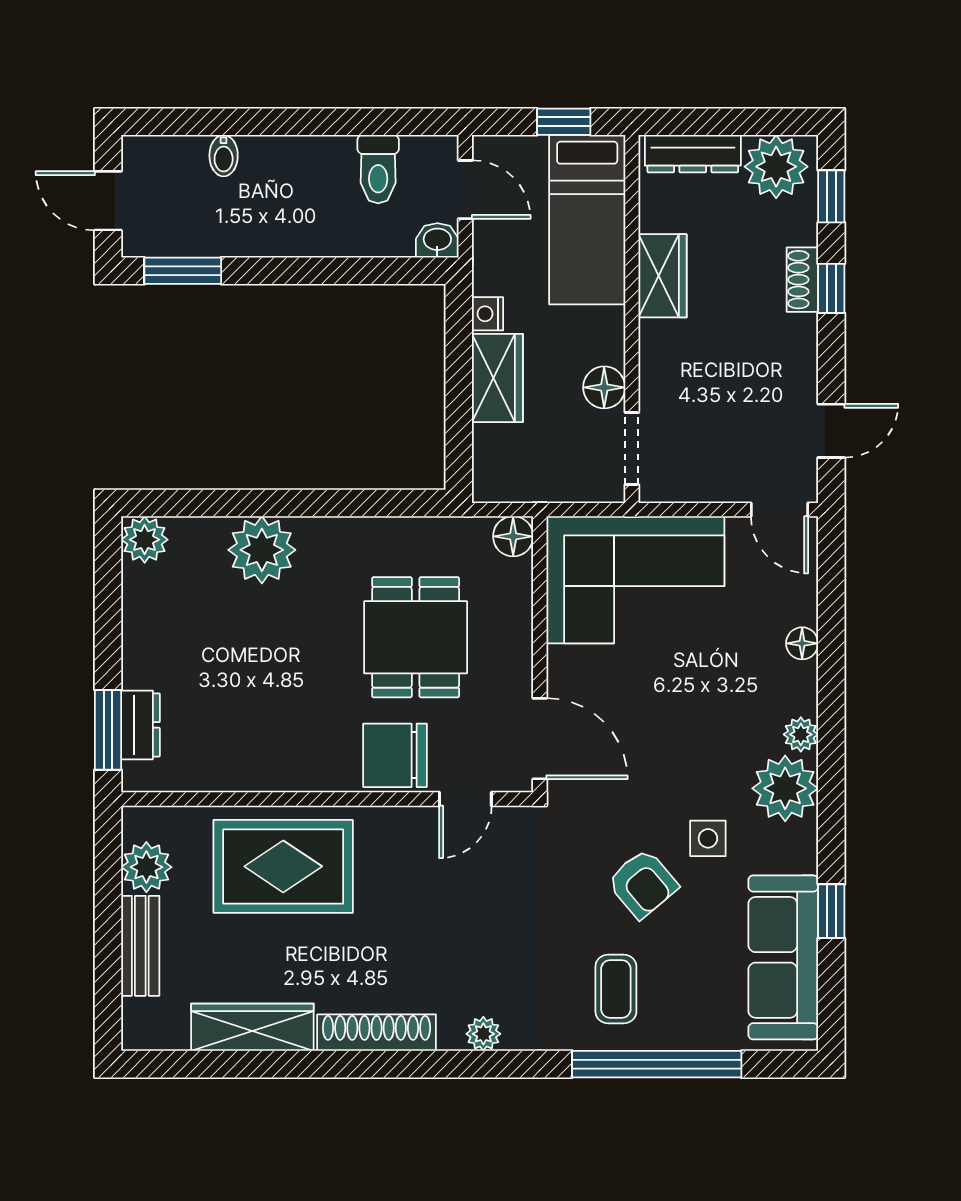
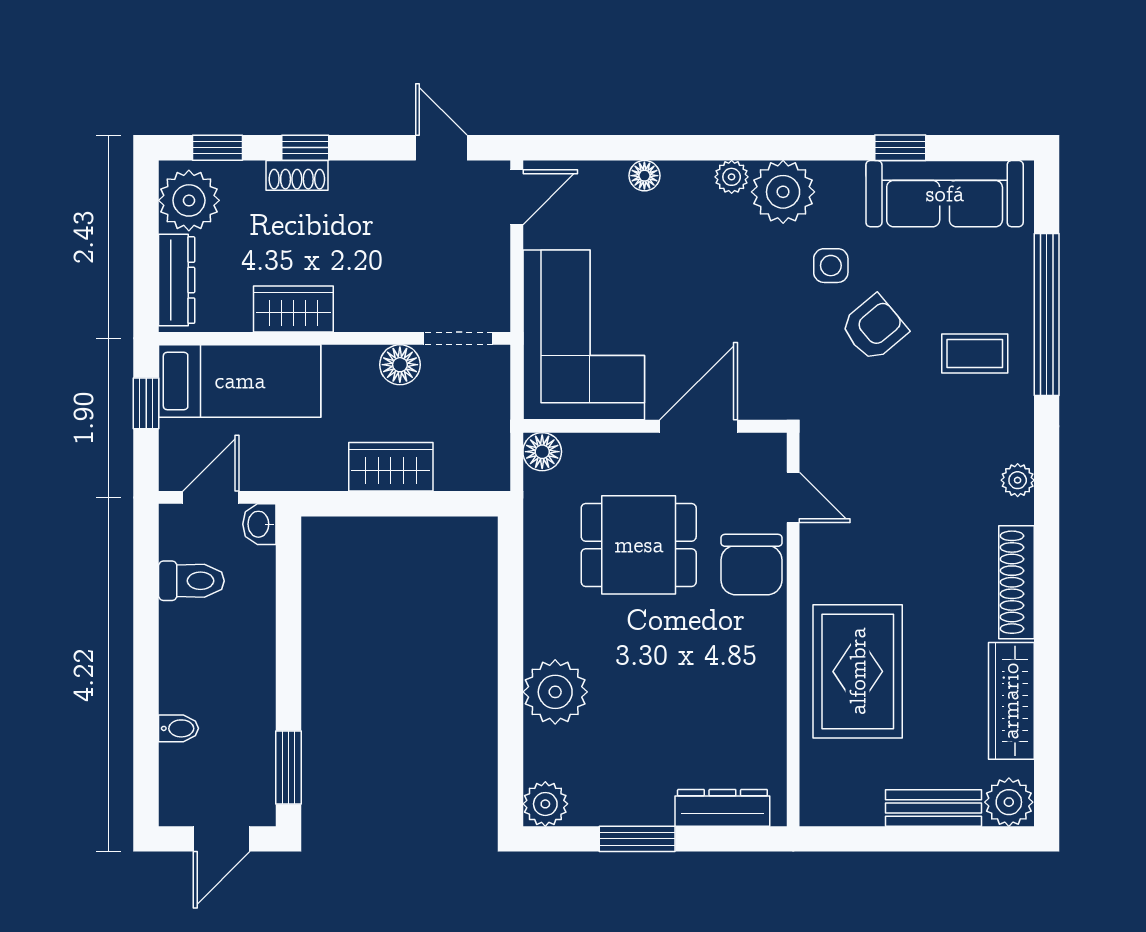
nightstand: (488, 314) -> (330, 476), removed
dresser: (141, 725) -> (722, 808), width x1.44
window: (108, 730) -> (637, 839), moved
door: (540, 739) -> (699, 426), moved
plant: (146, 867) -> (1009, 802), moved

